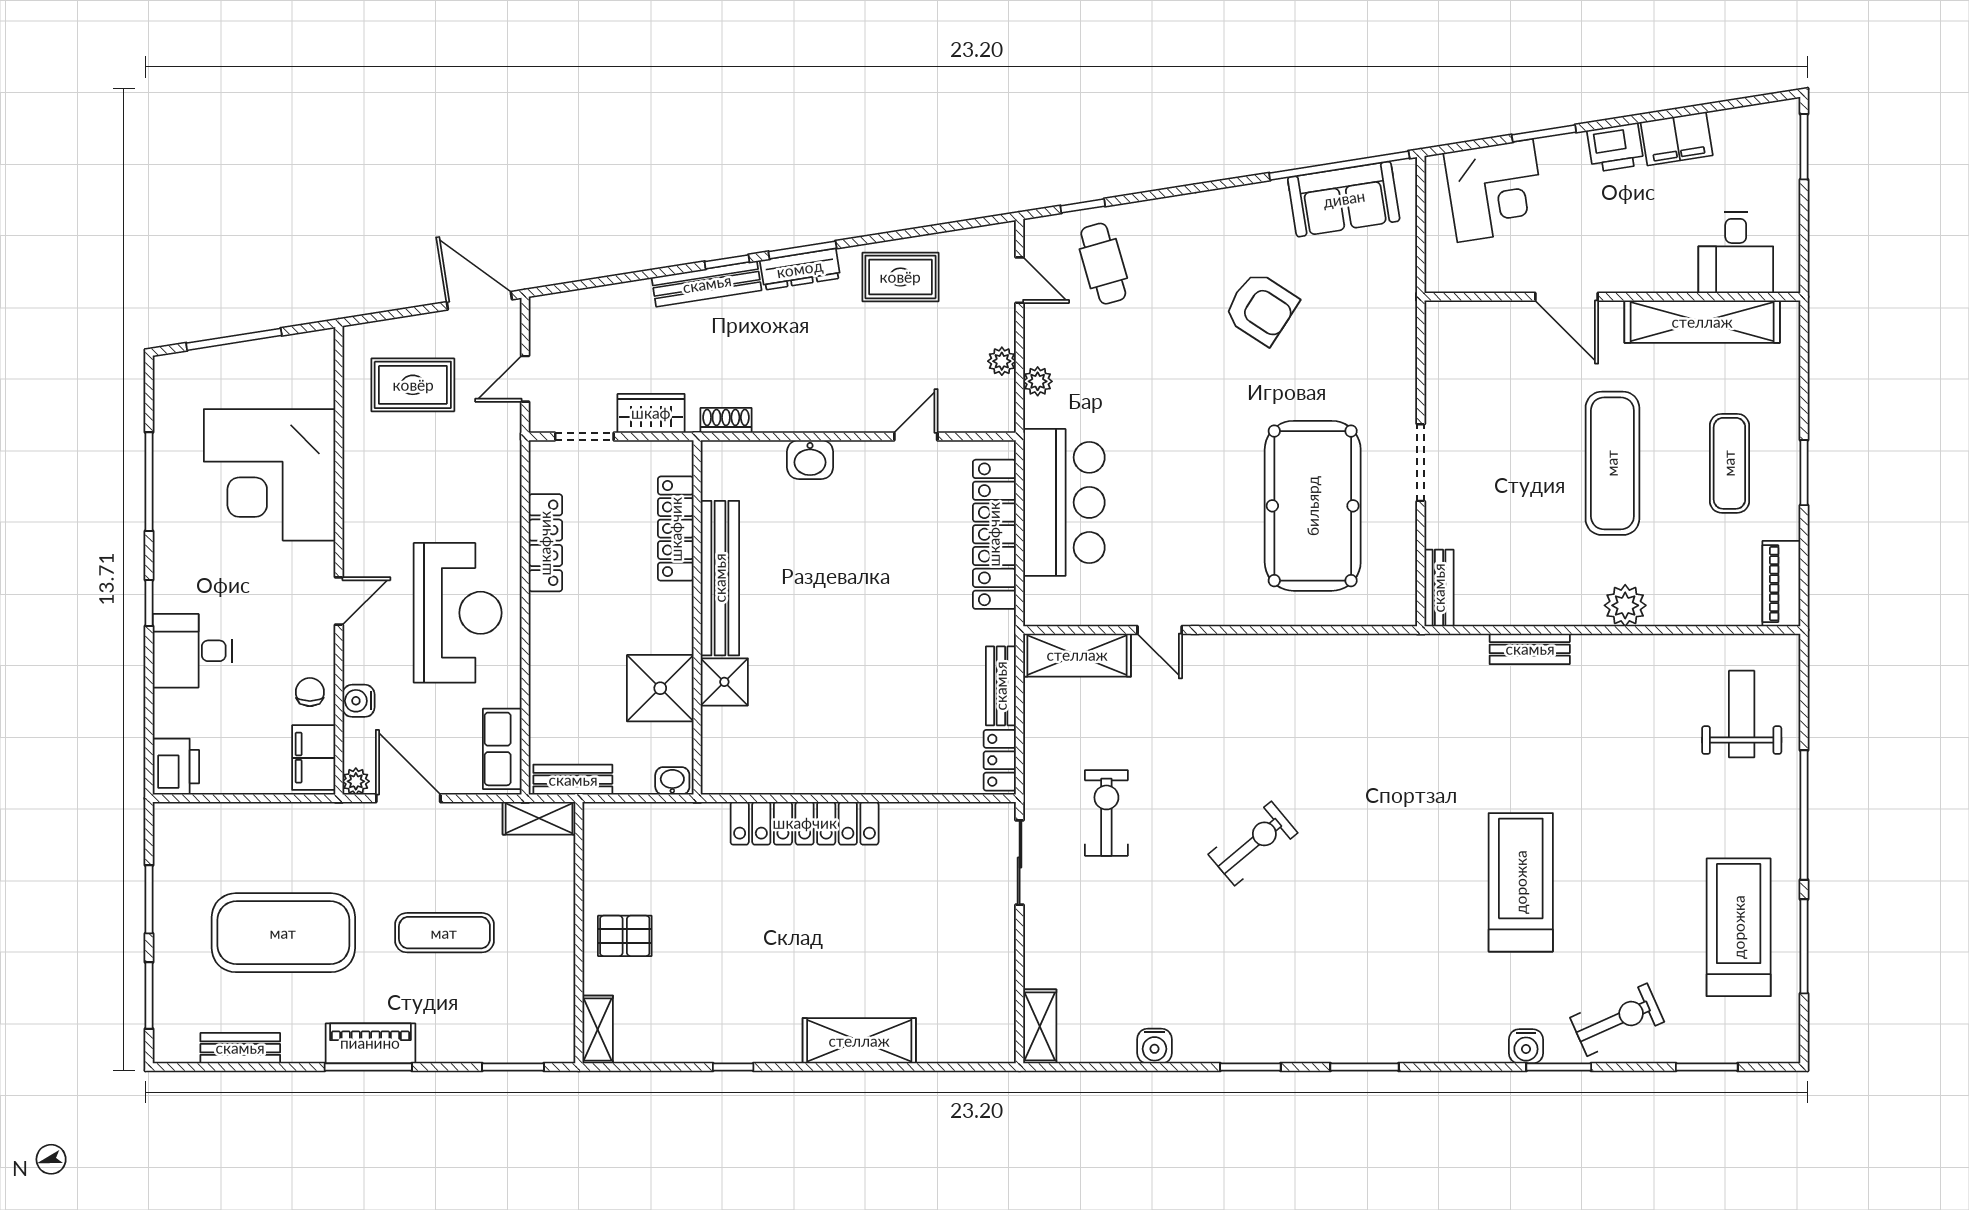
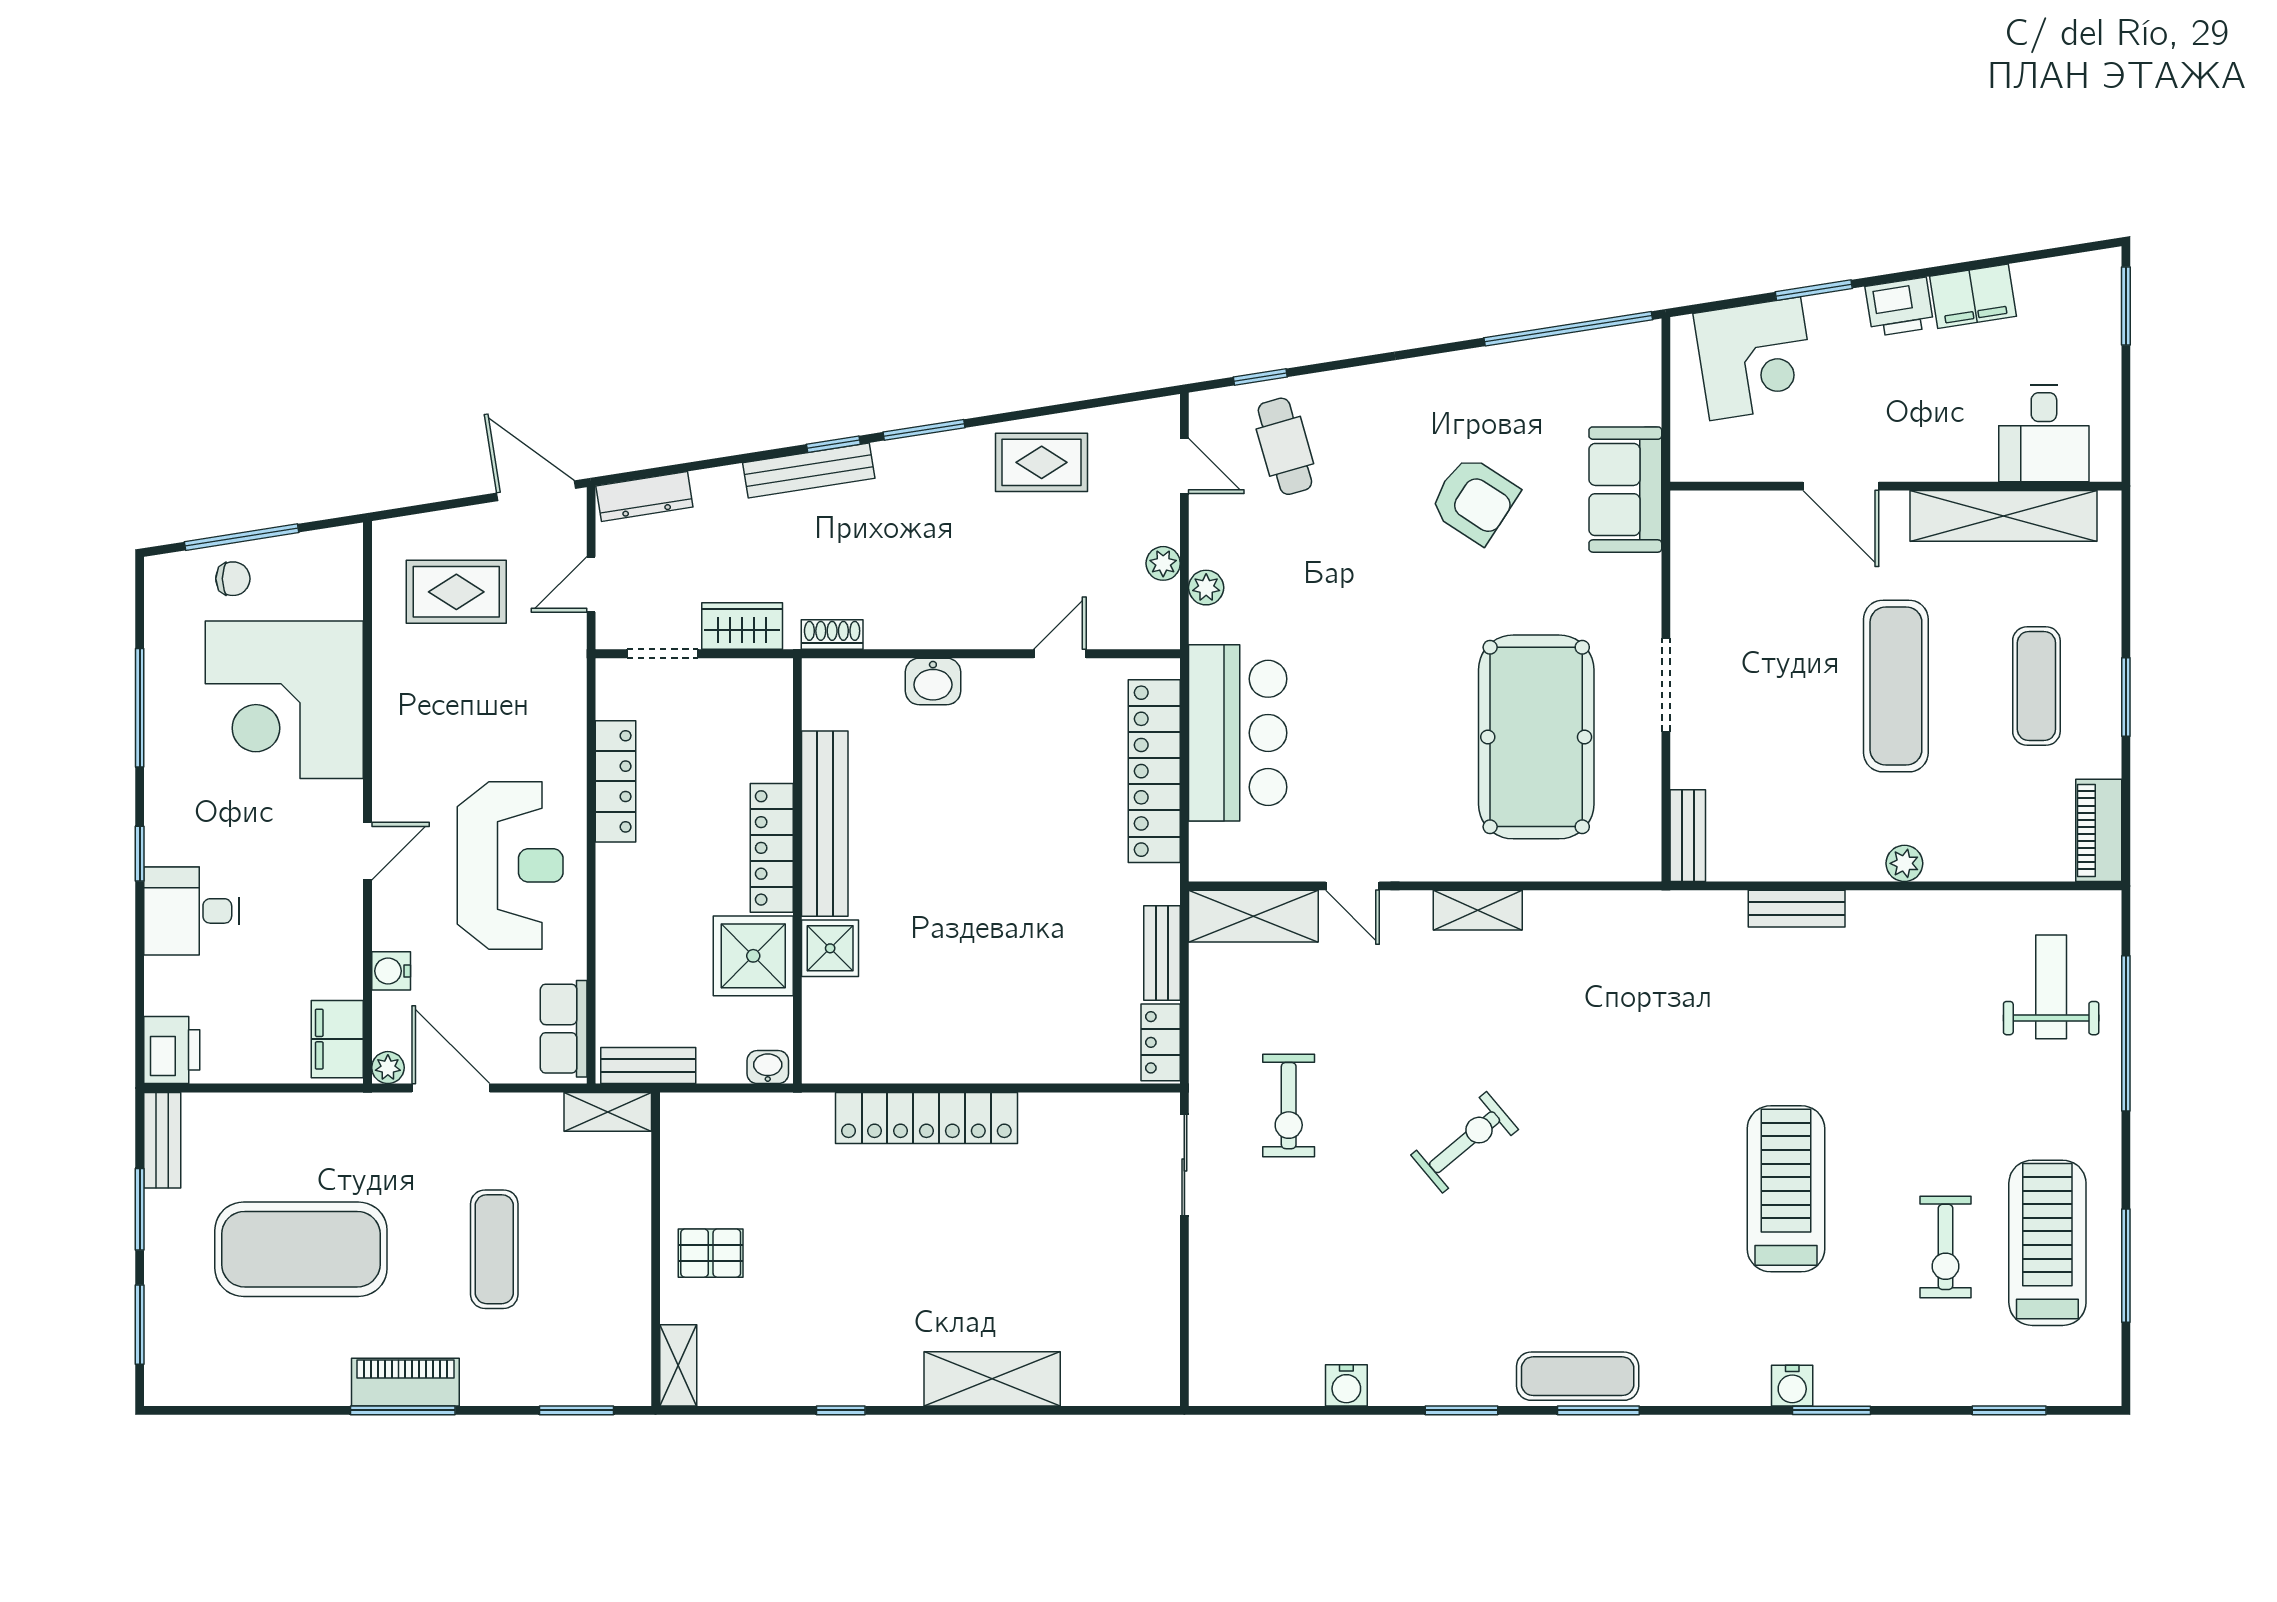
sofa: (1344, 199) -> (1625, 490), moved, turned 99
dresser: (800, 269) -> (644, 496), moved
locker: (676, 529) -> (772, 848), moved
plant: (1625, 605) -> (1904, 863), width x0.73, depth x0.73
chair: (310, 692) -> (233, 579), moved, turned 90
exercise bike: (1106, 813) -> (1289, 1106), turned 180
window: (1804, 815) -> (2126, 1033), moved
exercise mat: (444, 933) -> (494, 1249), turned 90
exercise bike: (1617, 1020) -> (1946, 1247), moved, turned 114
shelving: (1040, 1026) -> (1478, 910), moved, turned 90
exercise mat: (1347, 1038) -> (1578, 1376), added
bench: (240, 1048) -> (162, 1140), moved, turned 90

